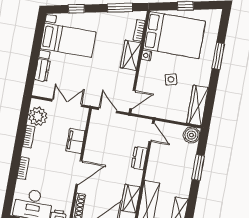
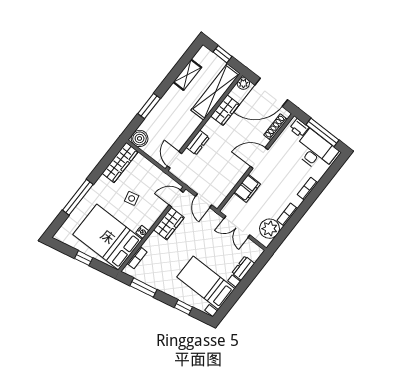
wardrobe: (131, 55) -> (169, 224), moved
window: (218, 56) -> (78, 197), width x1.44

